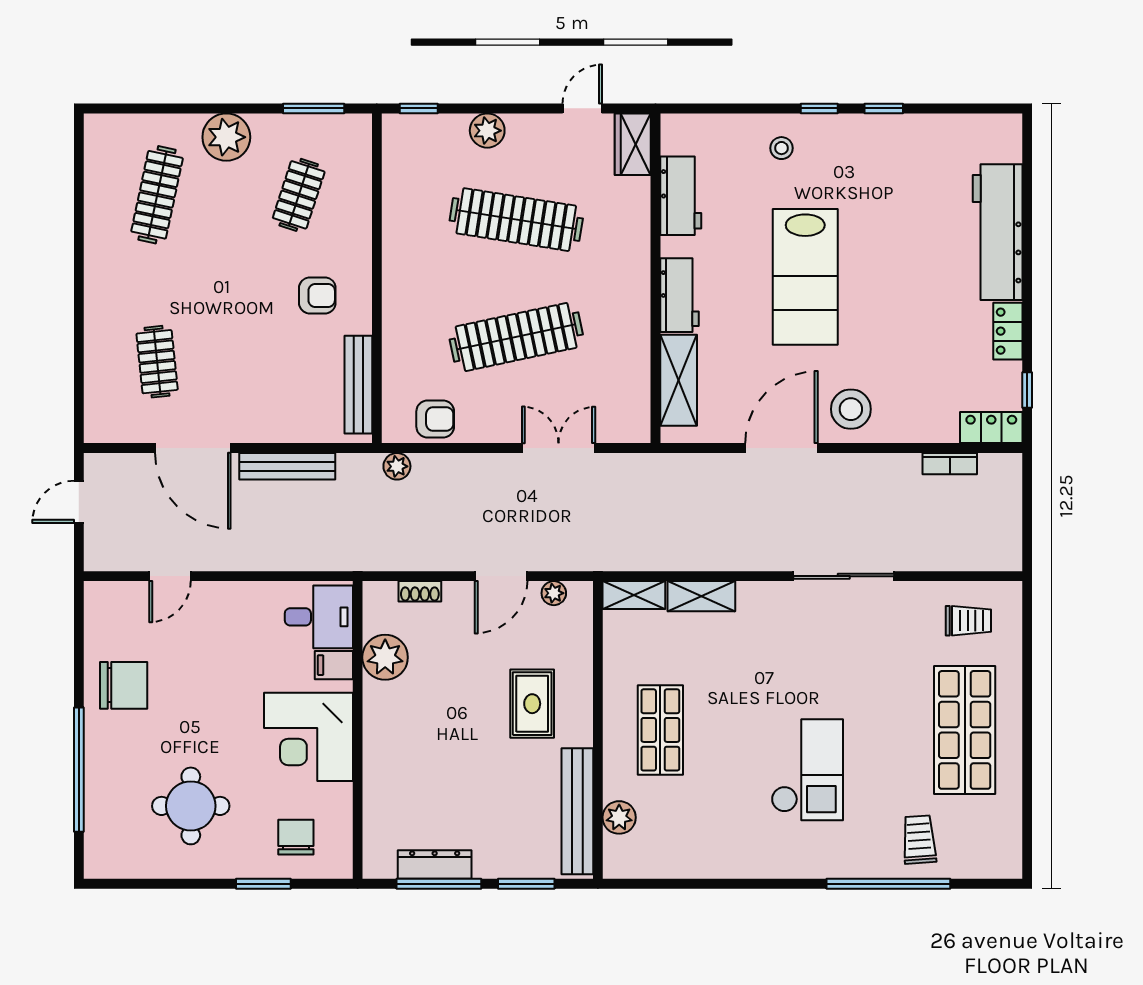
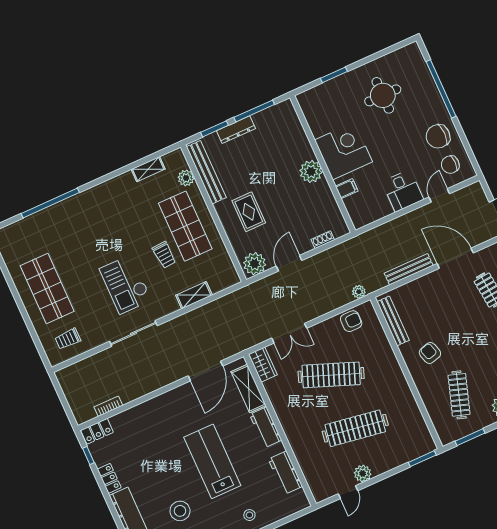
window: (419, 108) -> (422, 459), width x1.50
plant: (487, 131) -> (363, 473), moved
wardrobe: (633, 144) -> (263, 365), moved
clothes rail: (299, 195) -> (459, 395), width x1.36
armchair: (317, 295) -> (430, 353), turned 74
clothes rail: (516, 337) -> (331, 375), turned 33
stool: (851, 409) -> (180, 511), moved
armchair: (435, 419) -> (351, 321), turned 180
door: (781, 448) -> (205, 371), moved
plant: (554, 593) -> (255, 264), width x1.87, depth x1.87
shelving: (634, 595) -> (148, 169), moved
desk: (319, 617) -> (403, 191), moved, turned -90
plant: (385, 657) -> (311, 172), moved
shop shelf: (660, 730) -> (185, 226), width x1.43, depth x1.36
checkout: (807, 770) -> (125, 284), moved
chair: (296, 837) -> (450, 165), moved, turned 90
trolley: (919, 840) -> (164, 255), moved
dresser: (435, 865) -> (236, 130), moved

